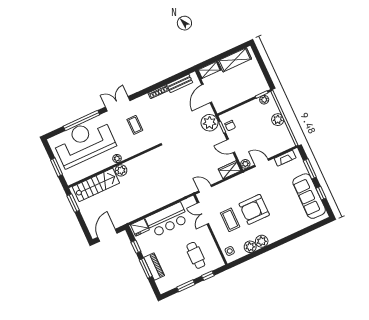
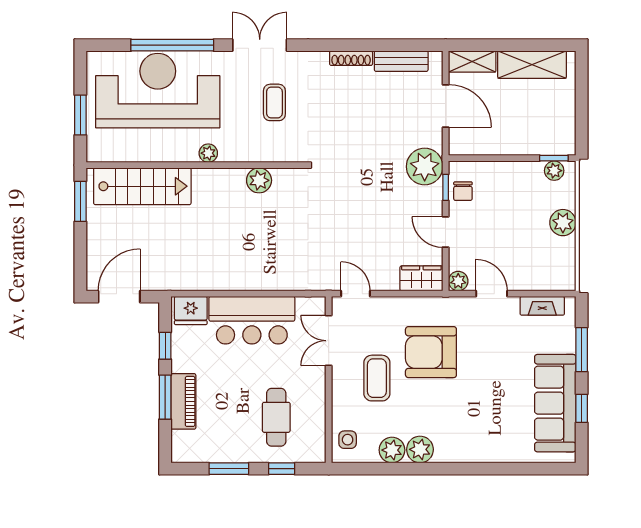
door: (207, 94) -> (446, 106), swing flipped
plant: (121, 170) -> (259, 180), moved
armchair: (254, 209) -> (431, 352), moved

